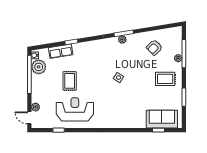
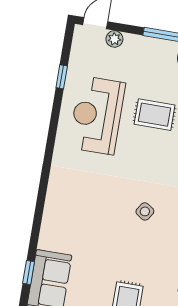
reception desk: (75, 109) -> (97, 115), turned 180

